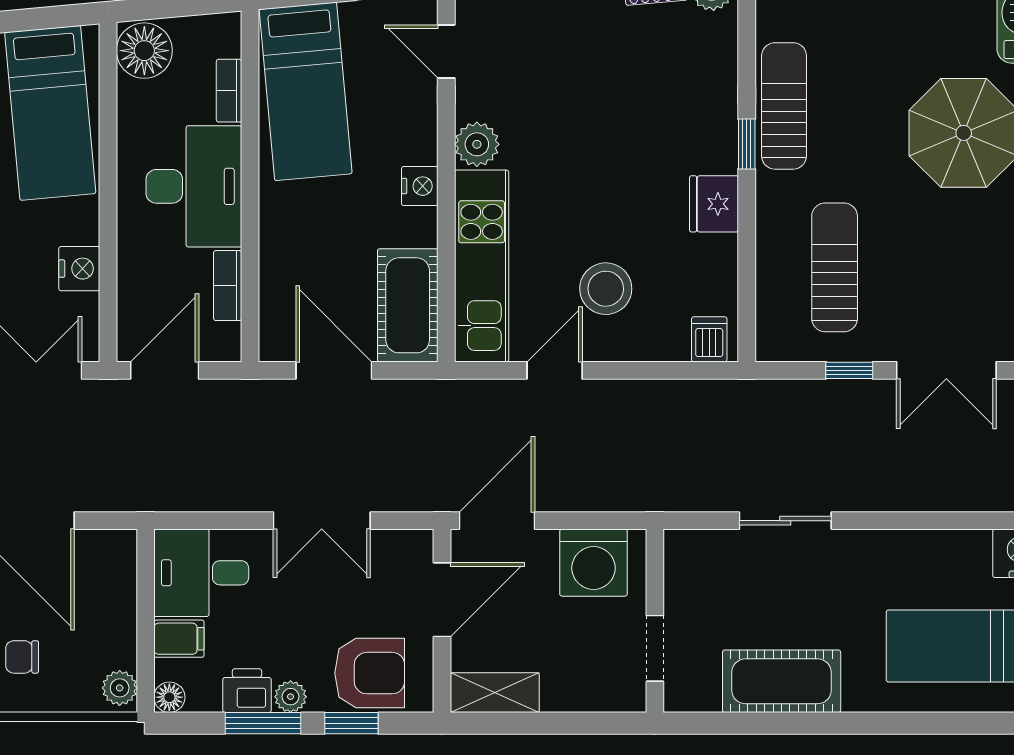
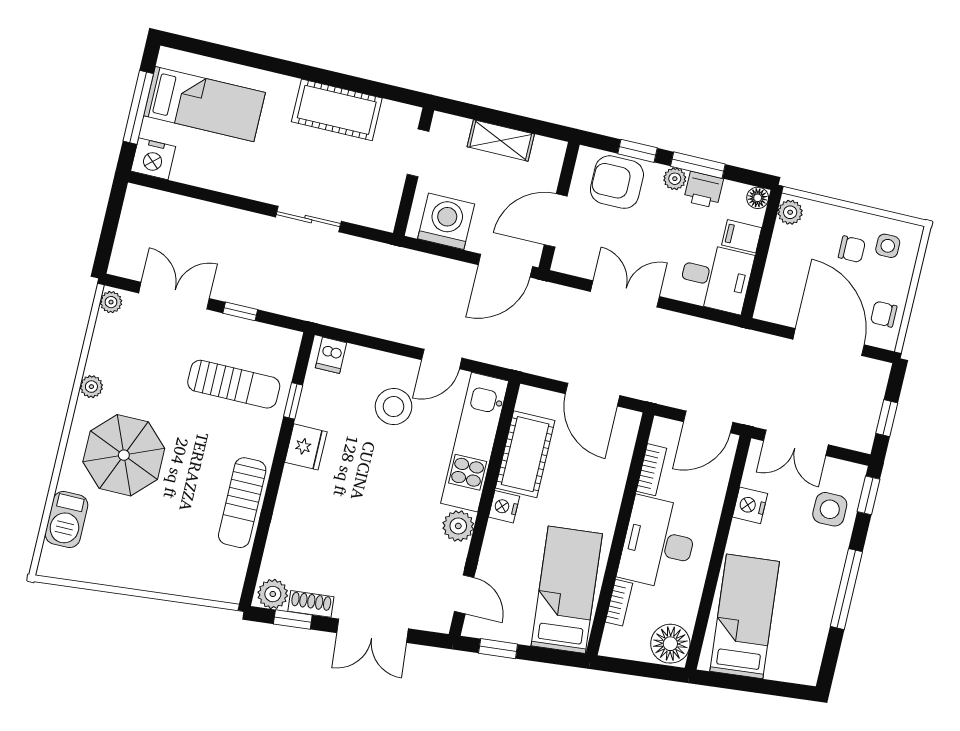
window: (747, 144) -> (293, 401), moved
sun lounger: (835, 267) -> (234, 384), turned -90
cot: (408, 305) -> (525, 454), moved
shelving: (495, 693) -> (501, 140), moved

